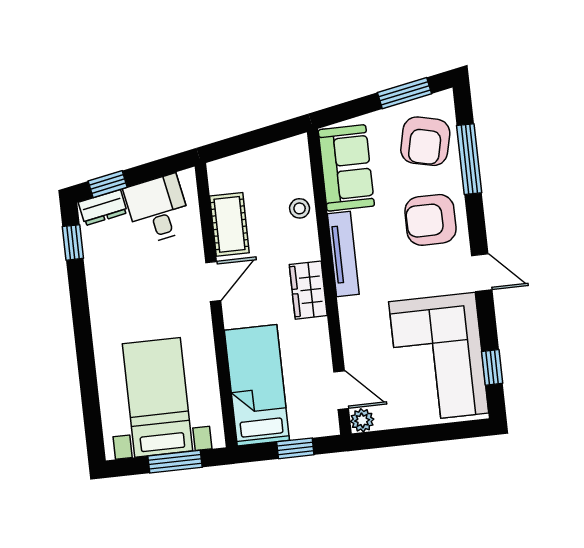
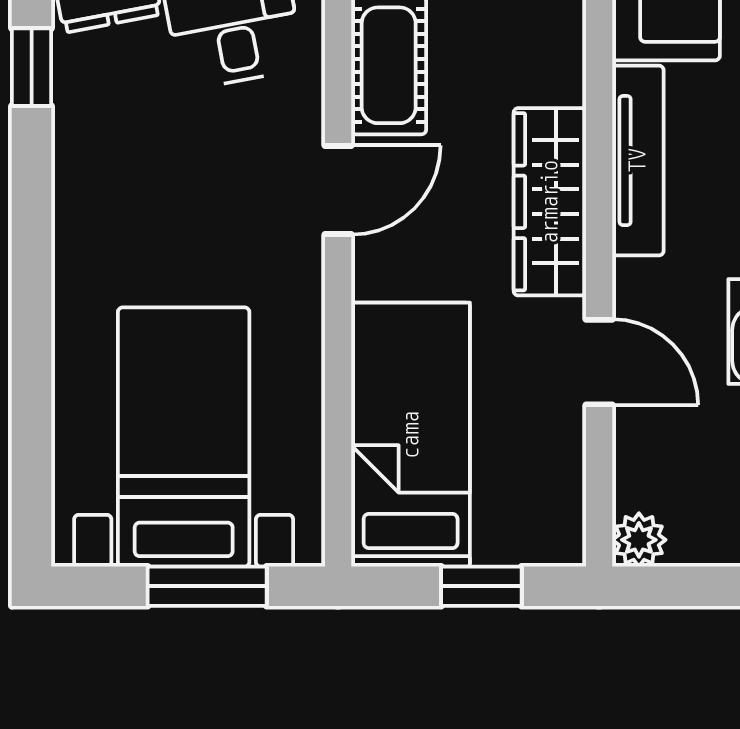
stool: (300, 208) -> (551, 47), removed
wardrobe: (308, 290) -> (550, 202), width x1.50
door: (341, 390) -> (599, 362), moved

